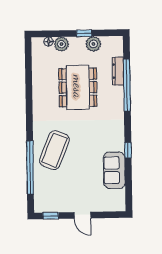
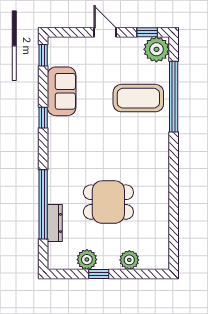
floor lamp: (49, 42) -> (146, 264), removed
dining table: (78, 87) -> (108, 202), width x0.73
coffee table: (54, 150) -> (138, 98), moved, turned 68
window: (129, 197) -> (43, 55), added
plant: (43, 203) -> (156, 49), added

